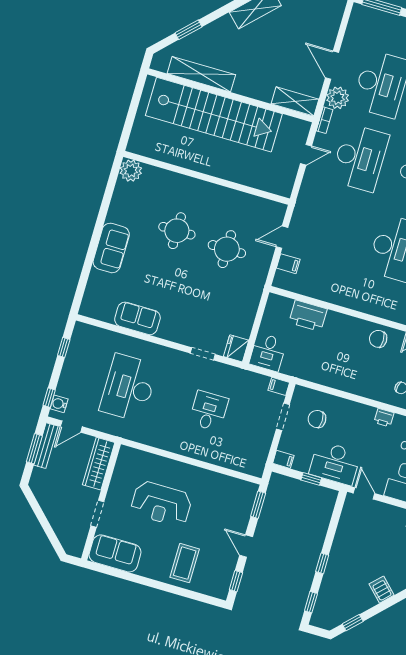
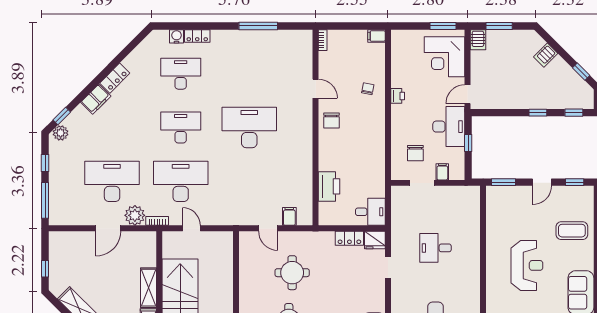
shelving: (295, 101) -> (149, 288), moved
locker: (246, 321) -> (349, 238), added
filing cabinet: (279, 386) -> (397, 194), removed
filing cabinet: (283, 459) -> (442, 172), moved

